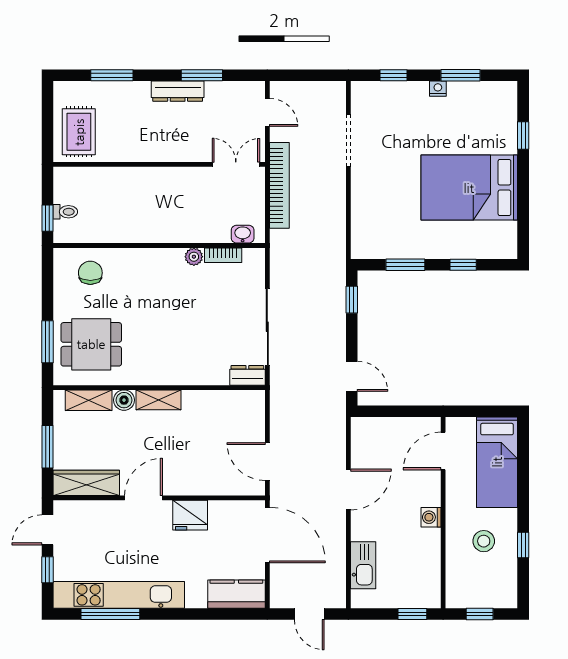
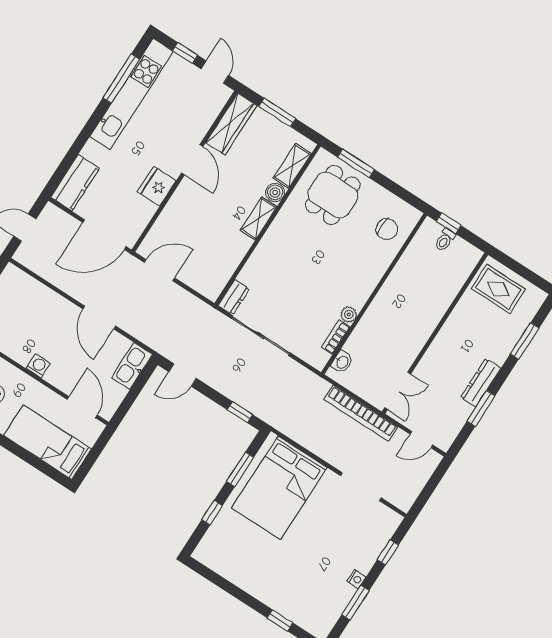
bed: (469, 188) -> (279, 488), moved, turned 180
kitchen sink: (363, 565) -> (132, 366), moved, turned 90

